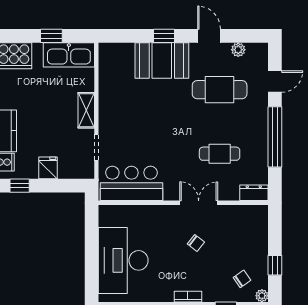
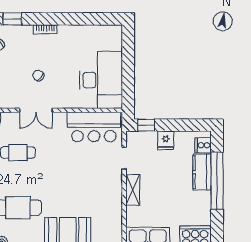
window: (20, 186) -> (146, 125), moved
desk: (123, 260) -> (101, 80), moved

